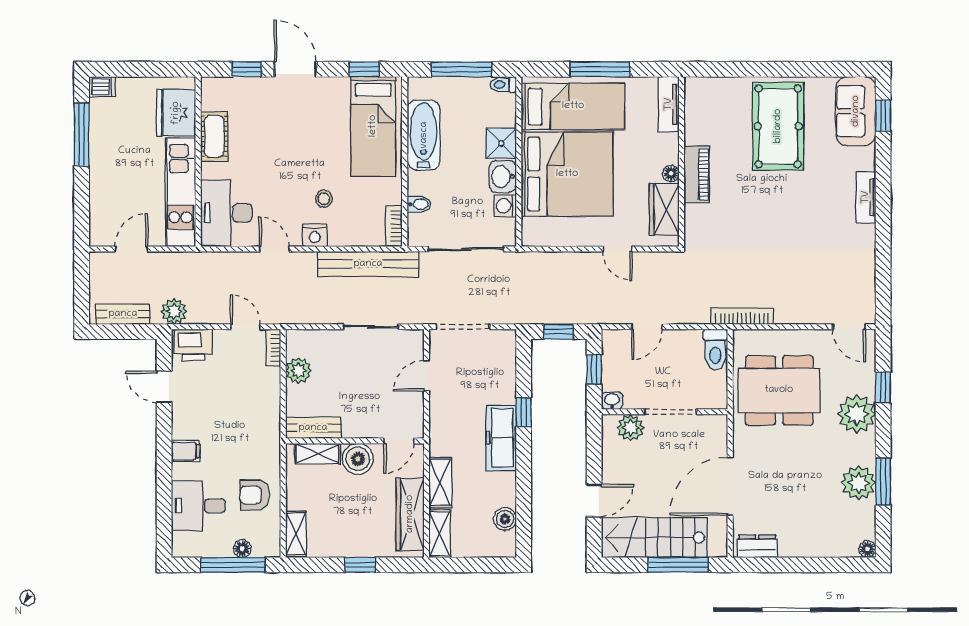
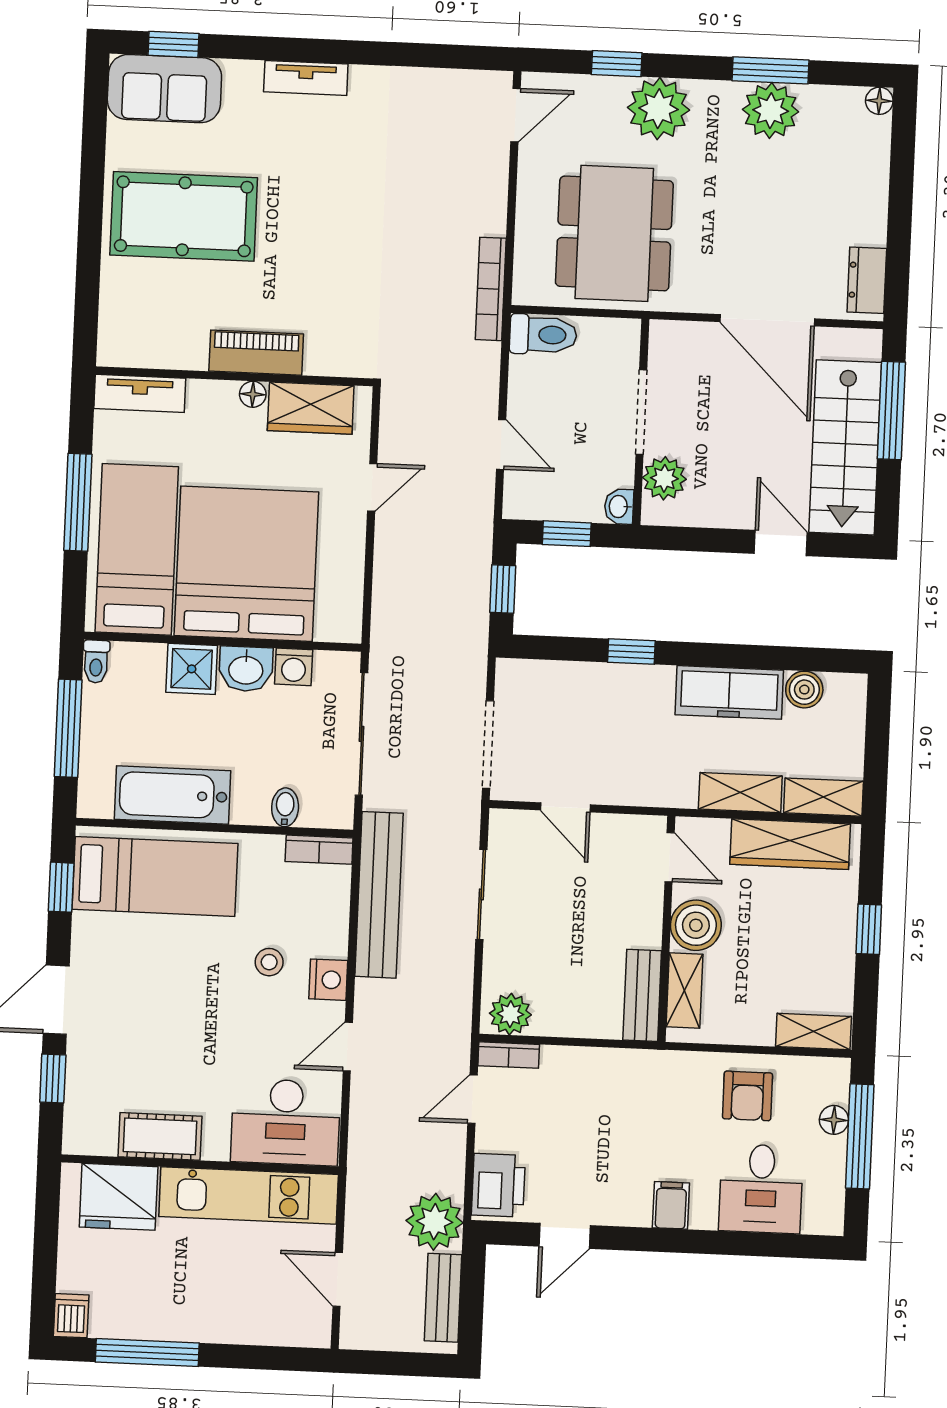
plant: (174, 311) -> (435, 1222), width x1.36, depth x1.36
plant: (298, 371) -> (510, 1014), moved
freezer: (501, 438) -> (729, 692), moved

